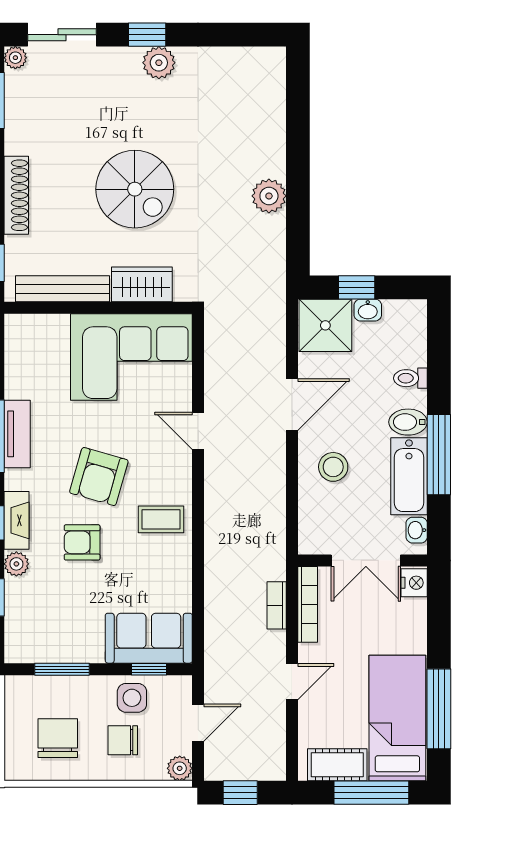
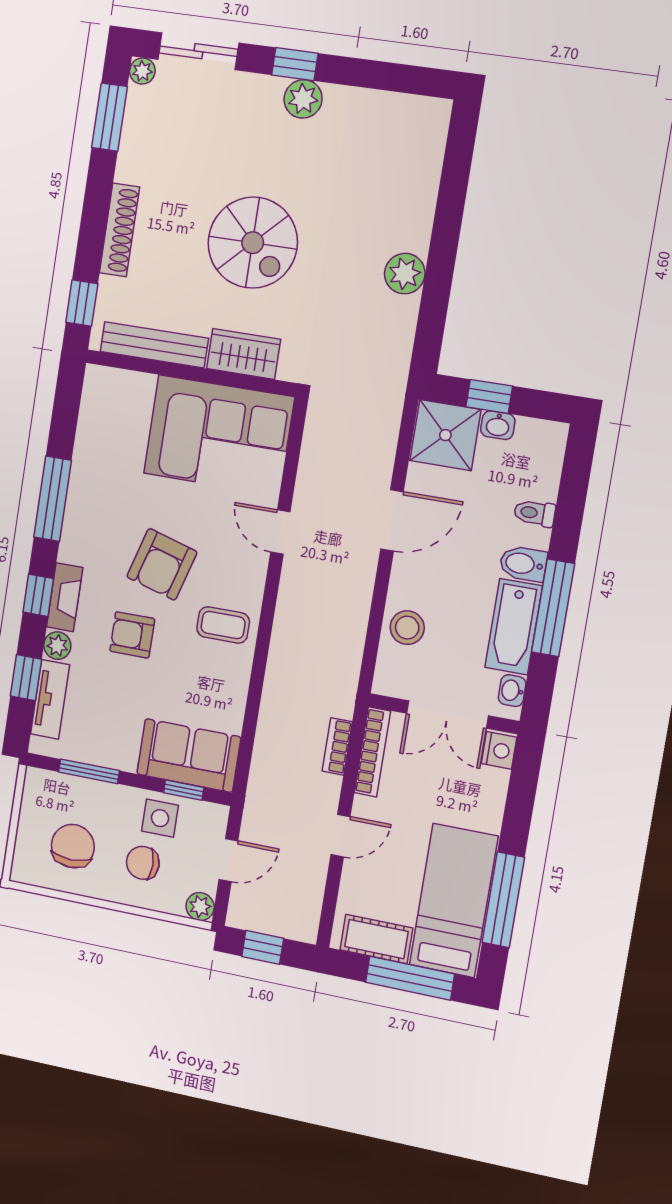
tv unit: (17, 434) -> (50, 699), moved
stool: (333, 467) -> (407, 628), moved

